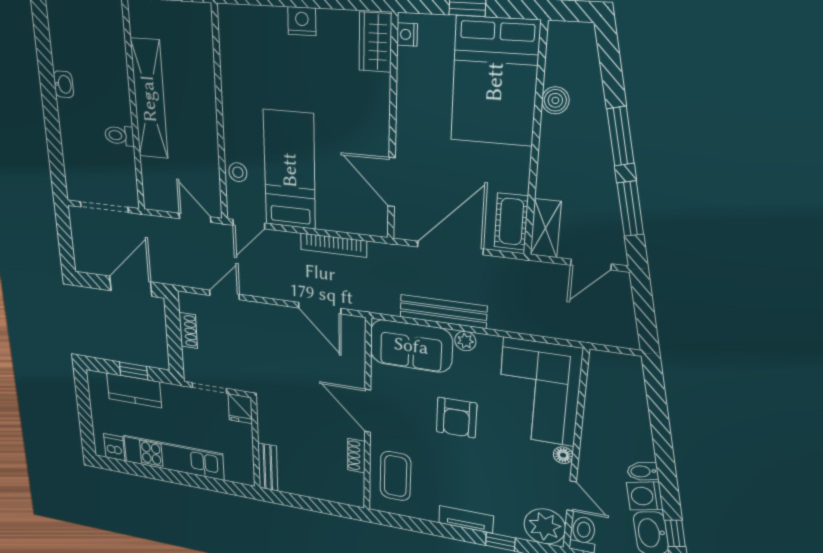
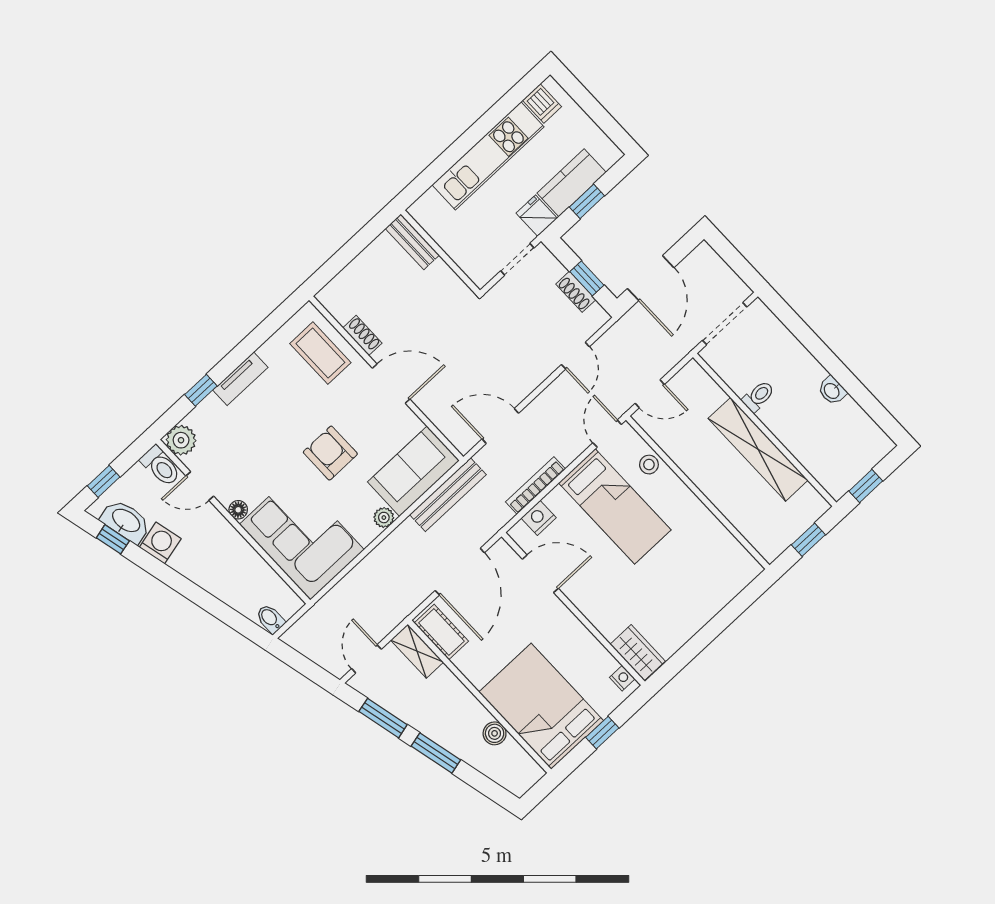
nightstand: (302, 21) -> (539, 518), moved, turned 180
bench: (443, 312) -> (448, 495), moved
window: (174, 330) -> (587, 278), added
fridge: (240, 409) -> (537, 216), moved
bidet: (643, 471) -> (270, 619), moved, turned -77
plant: (545, 526) -> (181, 440), width x0.73, depth x0.73

